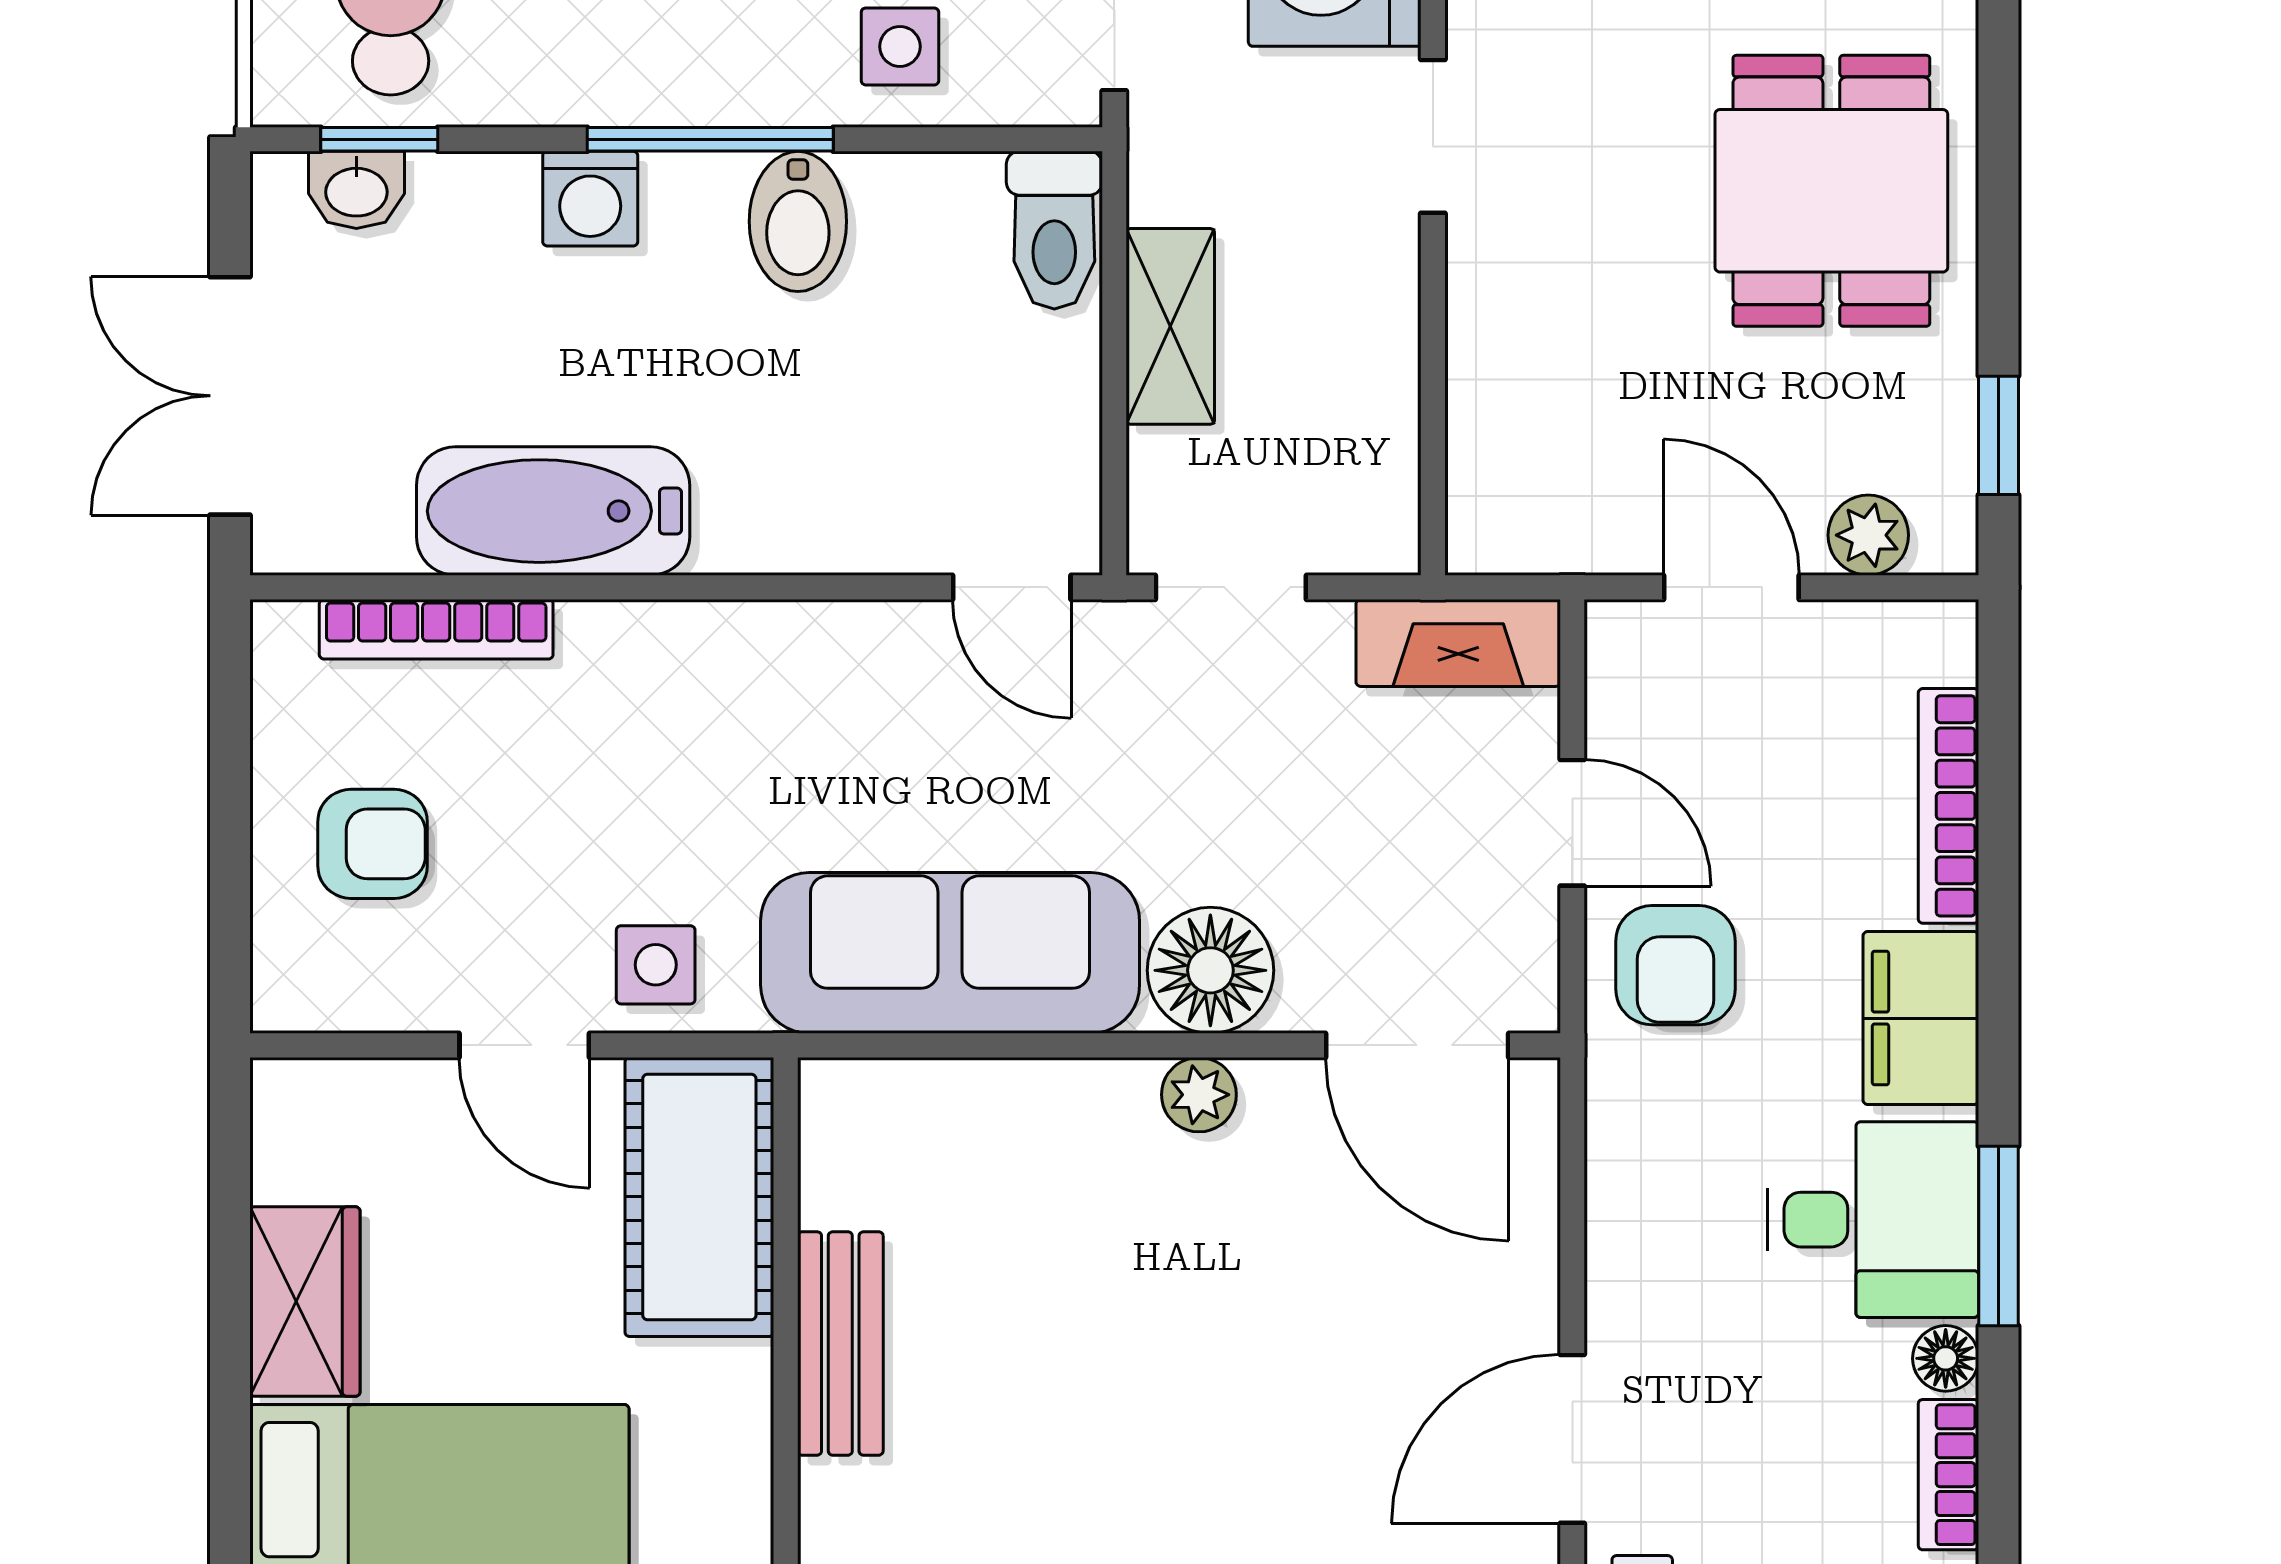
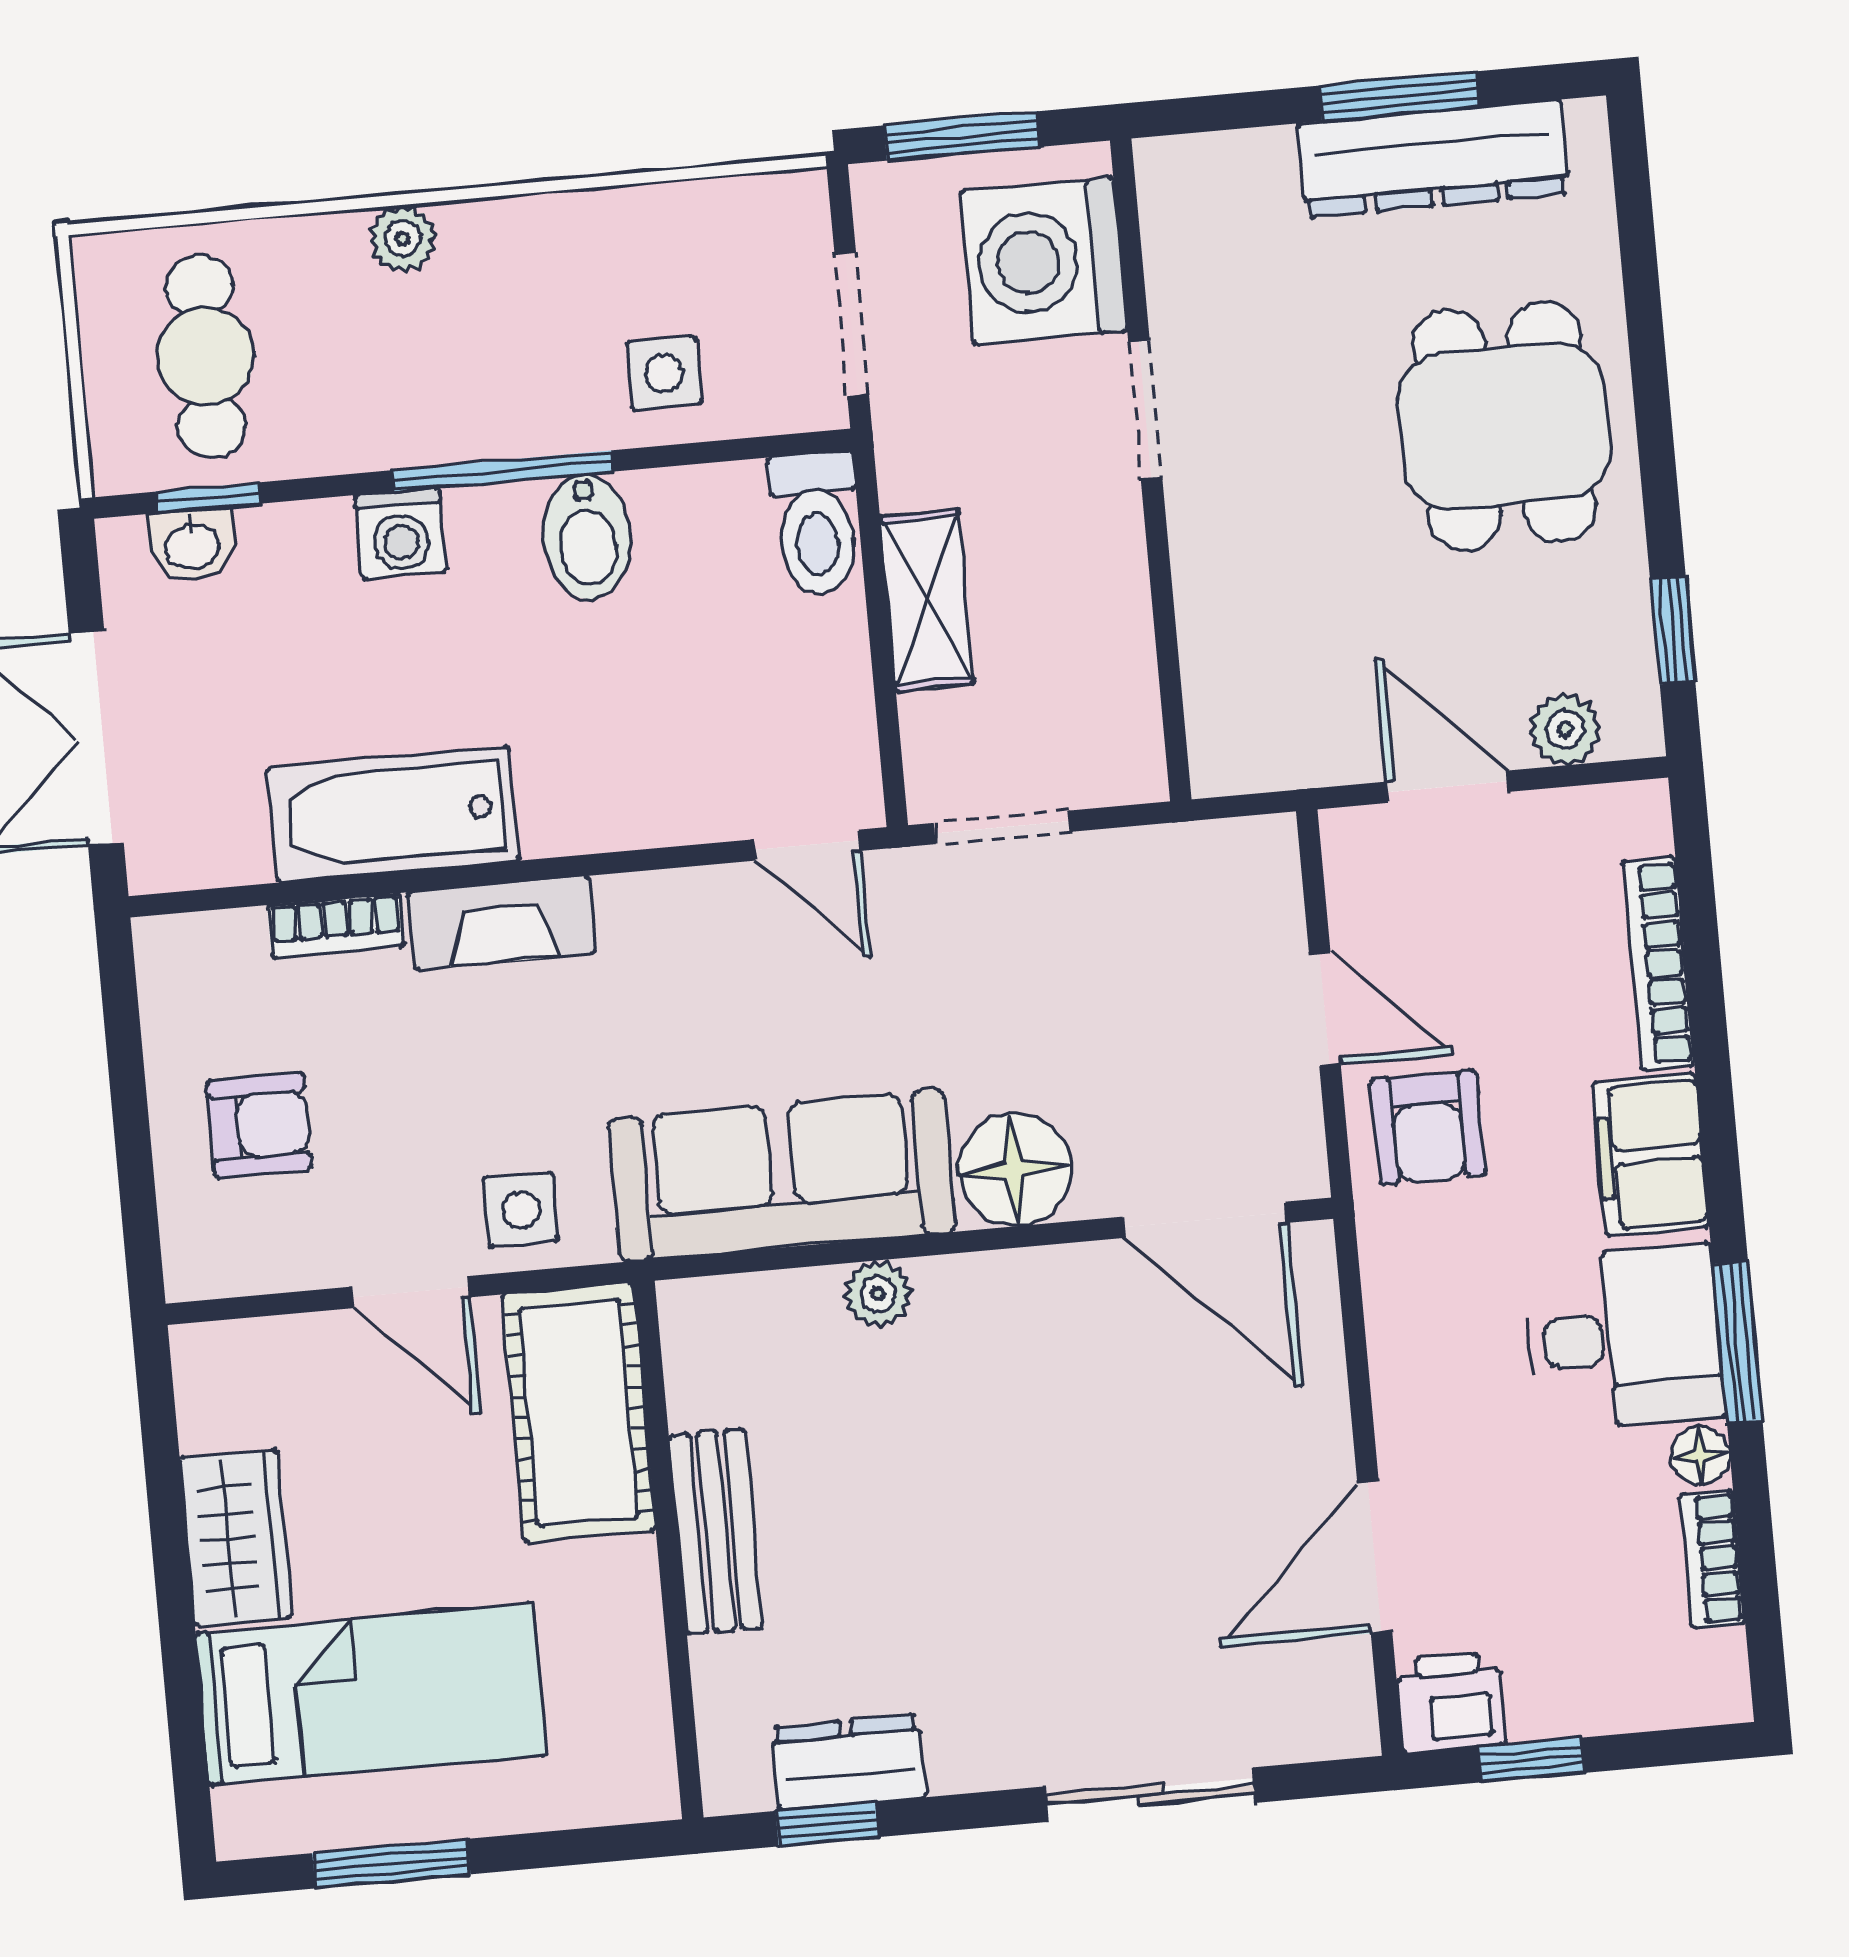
bookcase: (436, 629) -> (336, 926), width x0.64
fireplace: (1458, 643) -> (501, 923), moved
plant: (1199, 1095) -> (878, 1294), moved

